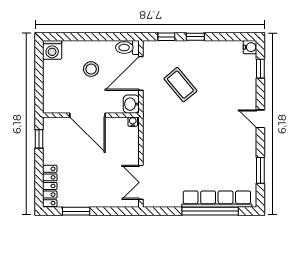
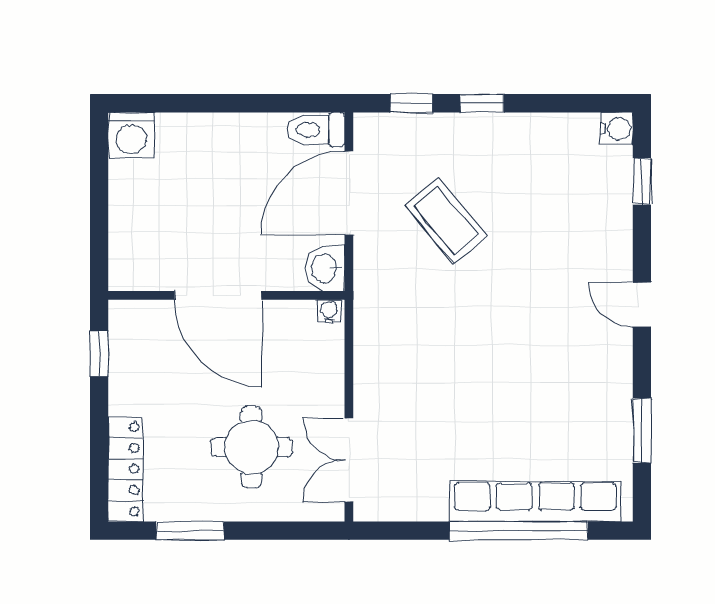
stool: (91, 69) -> (227, 182), removed
round table: (101, 177) -> (252, 447), added

